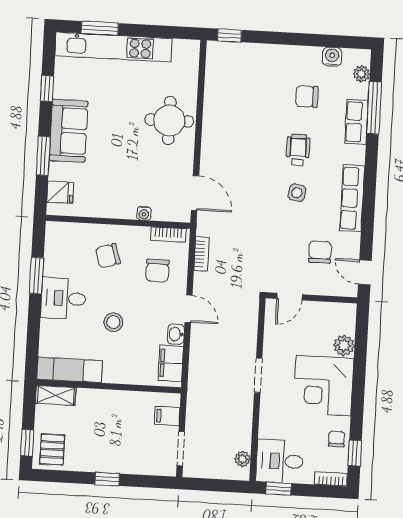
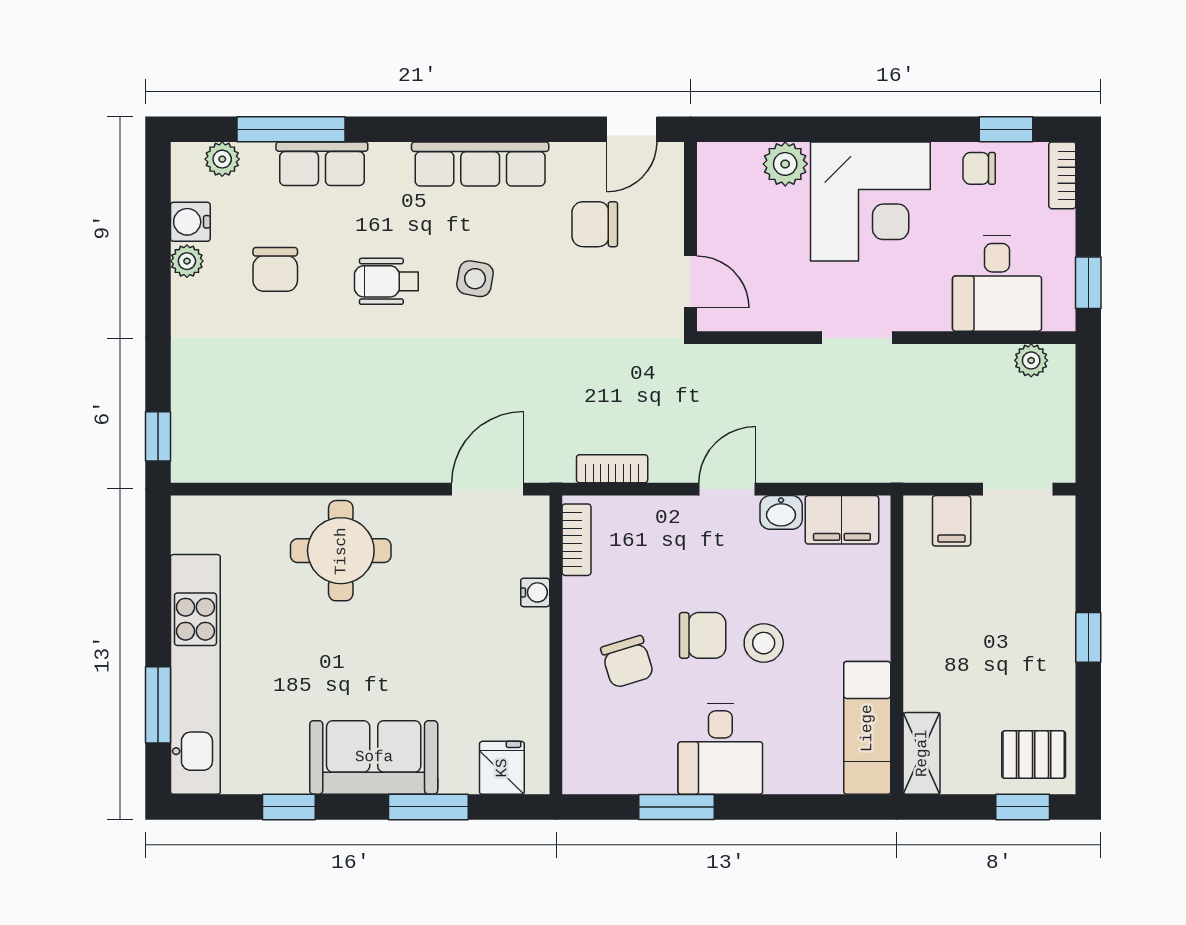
plant: (313, 54) -> (187, 261), added
chair: (157, 271) -> (703, 635), moved
desk: (280, 461) -> (997, 283), moved

